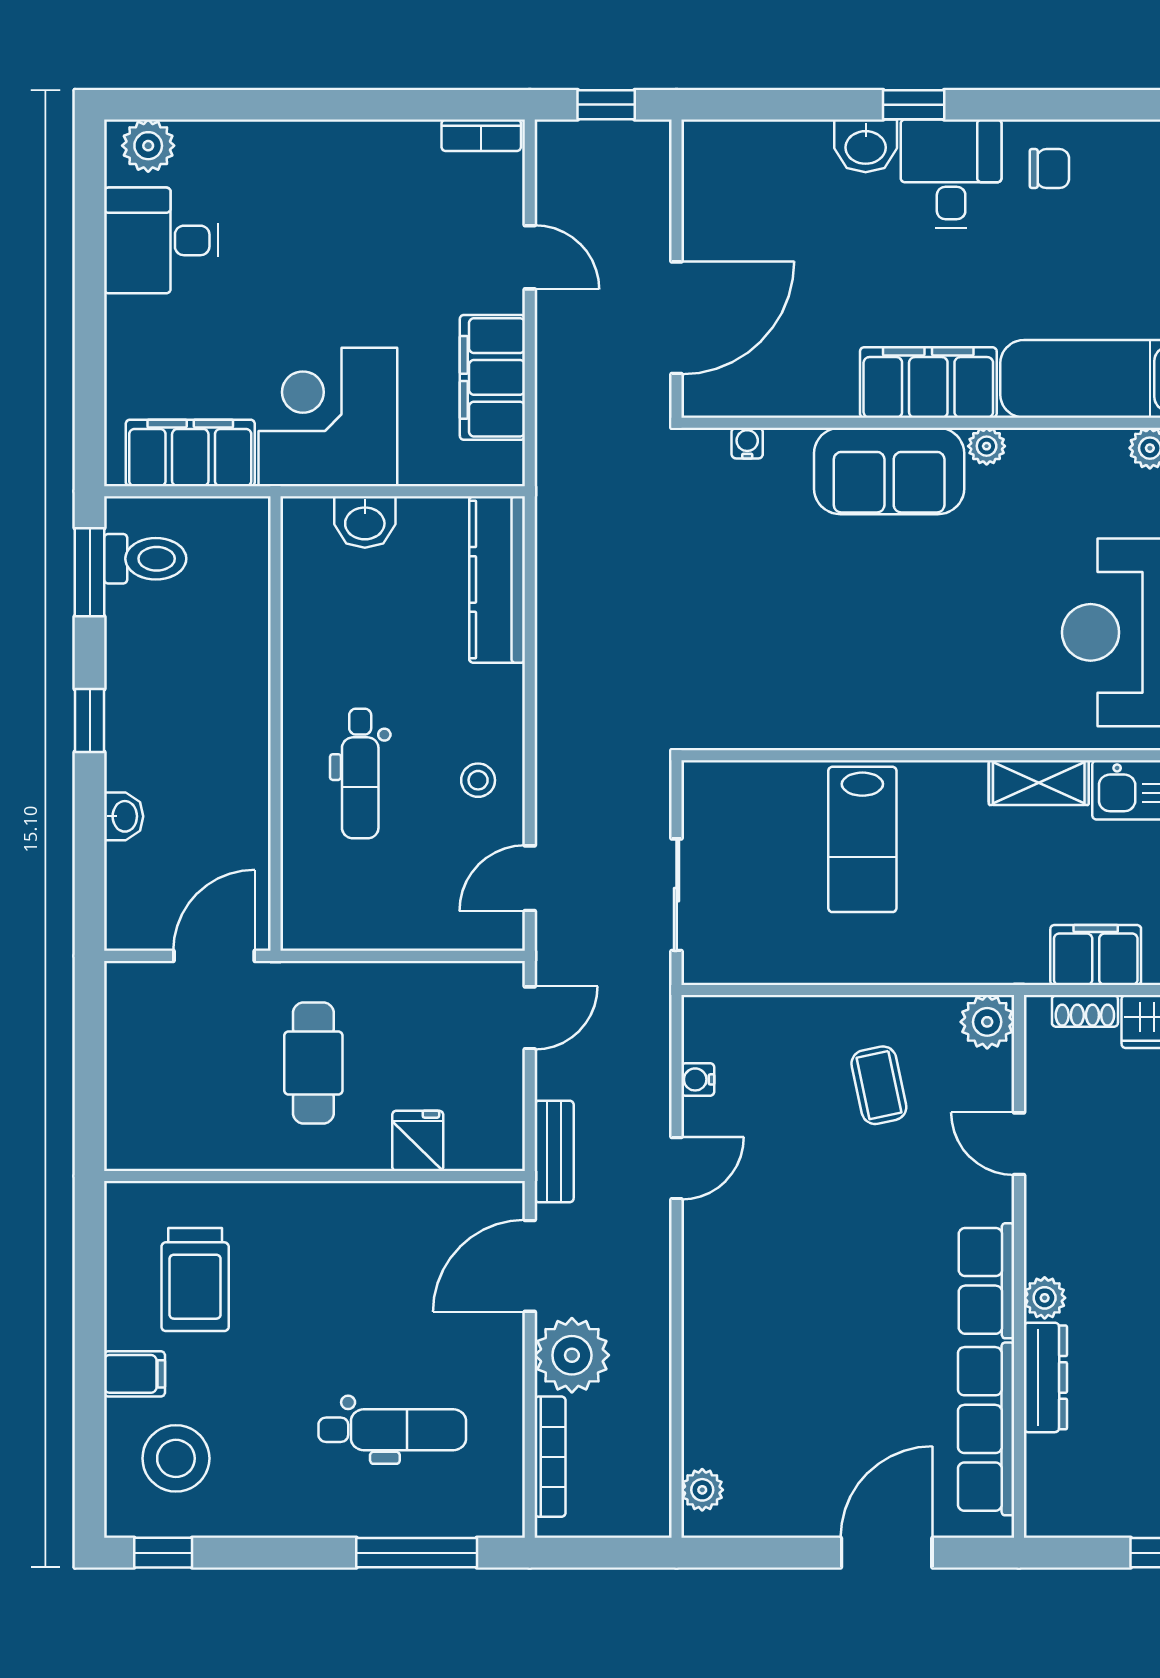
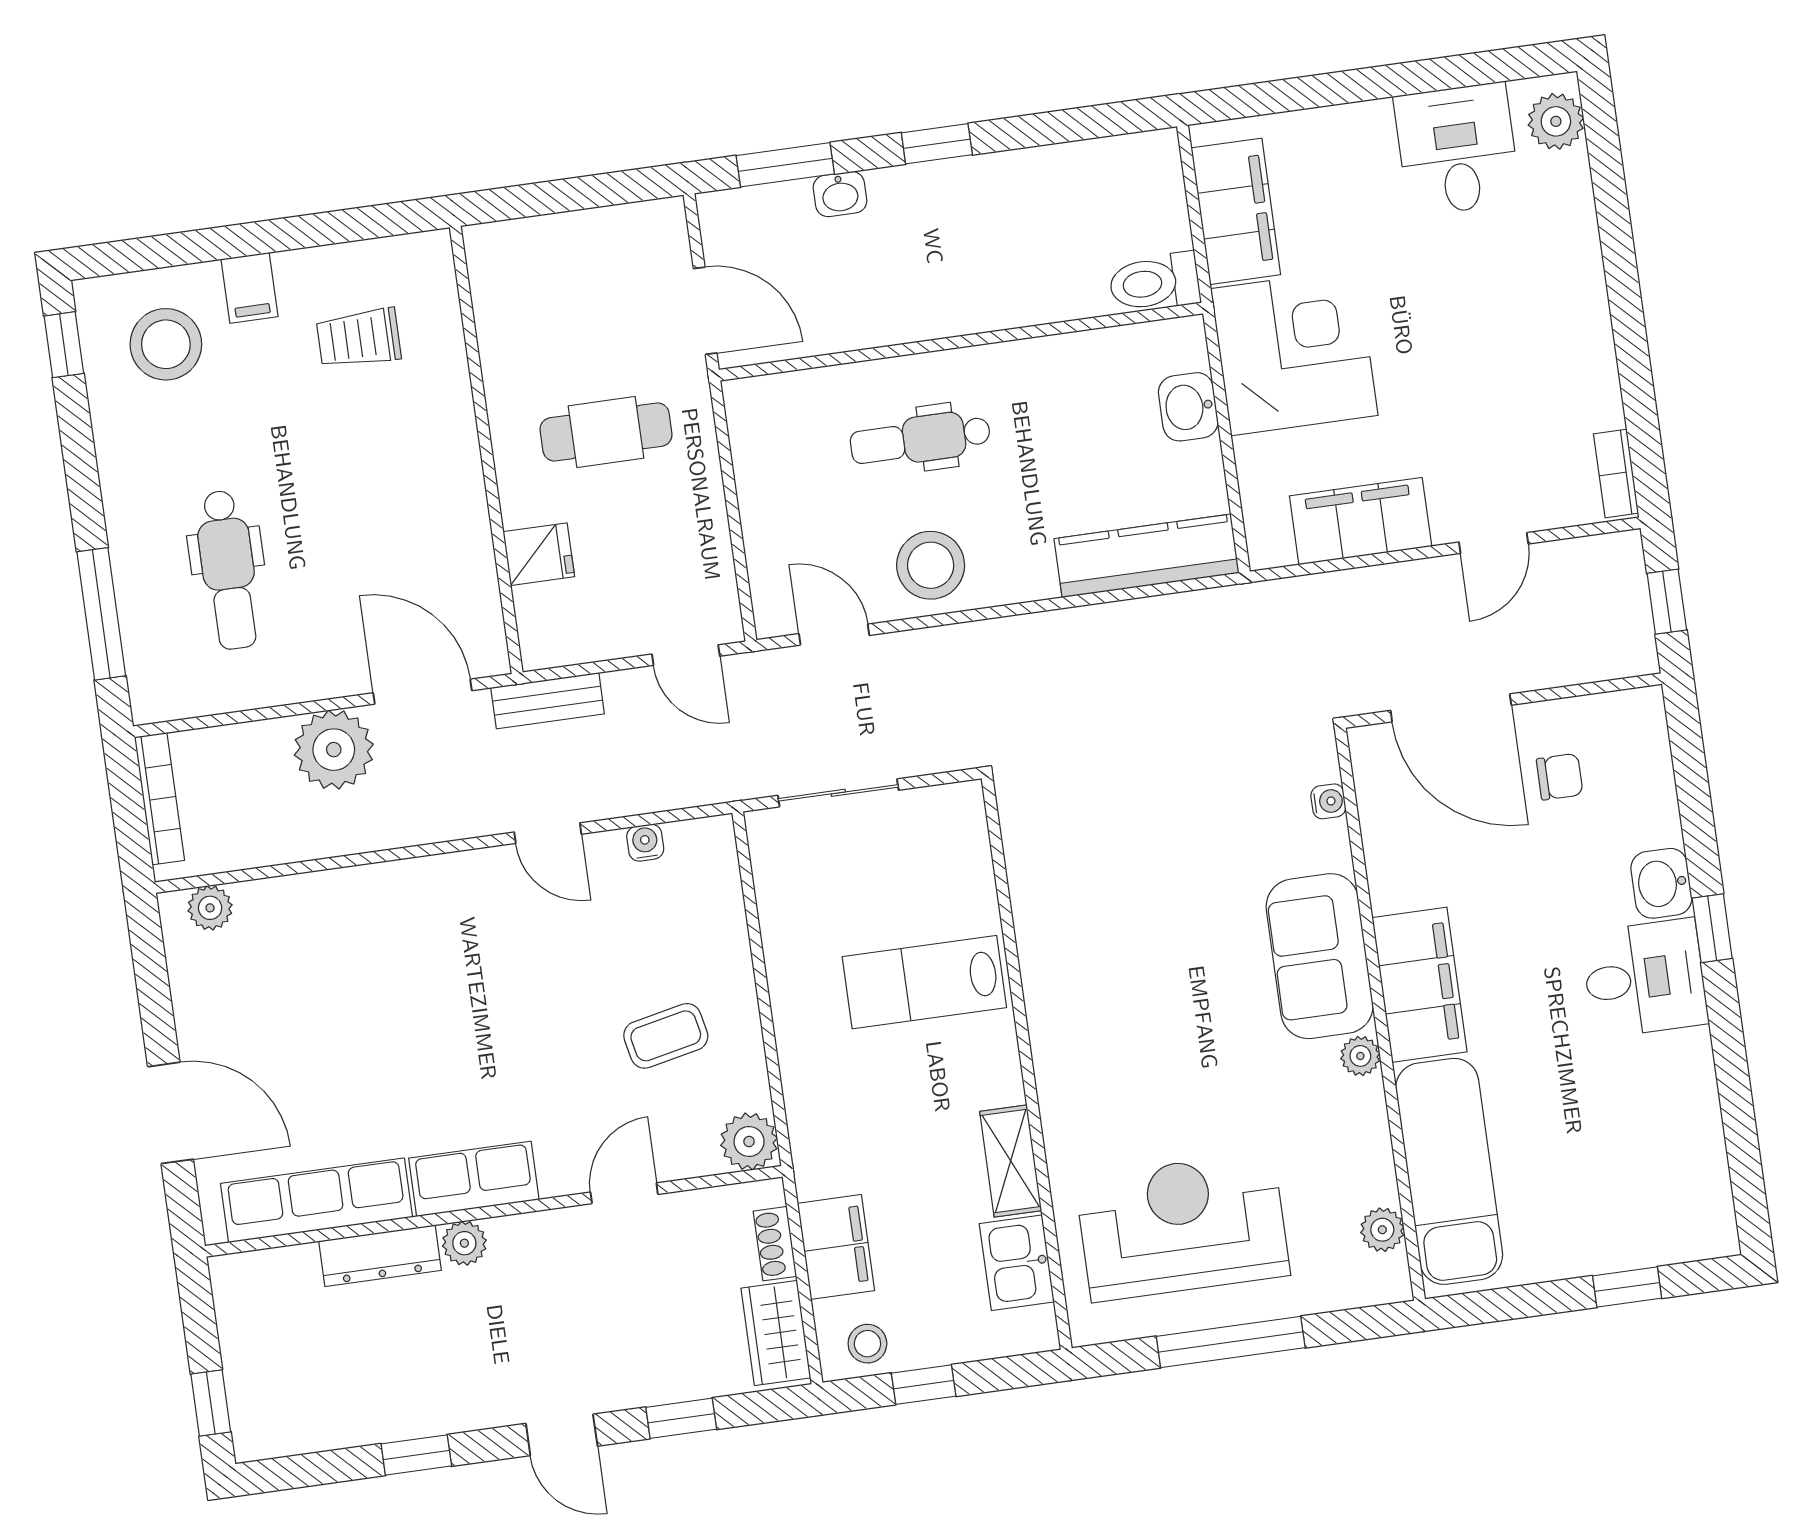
chair: (1049, 169) -> (1560, 777), moved, turned -90
toilet: (145, 559) -> (1155, 283), moved, turned 90
window: (90, 572) -> (785, 165), moved
stool: (478, 780) -> (931, 565), width x1.89, depth x1.89
trolley: (195, 1279) -> (359, 338), width x0.73, depth x0.72
bookcase: (550, 1457) -> (159, 799), moved, turned -90

